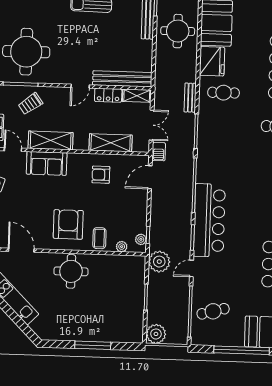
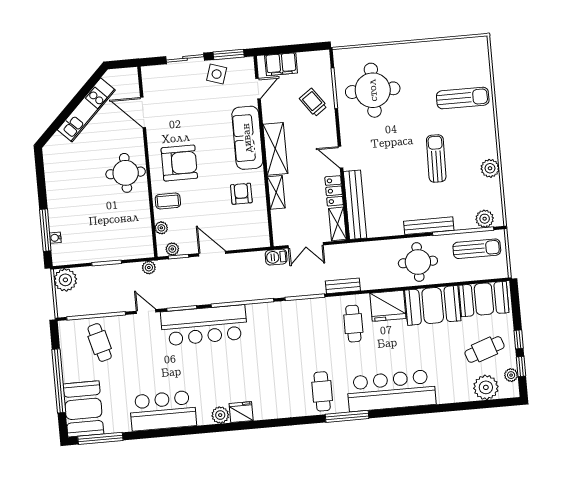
shelving: (51, 140) -> (275, 149), moved
shelving: (111, 143) -> (276, 192), width x0.67, depth x0.75
sofa: (47, 163) -> (247, 138), width x1.36
door: (150, 177) -> (212, 254), moved
door: (21, 250) -> (143, 112), swing flipped
plant: (159, 262) -> (149, 268), width x0.53, depth x0.53
water cooler: (119, 338) -> (55, 238), added
window: (93, 345) -> (45, 230), moved

